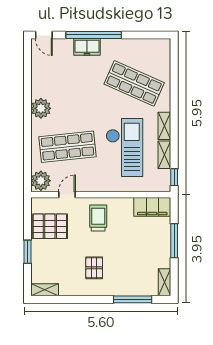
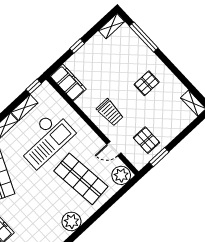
checkout: (124, 148) -> (45, 139), turned 180
trolley: (98, 218) -> (110, 112), turned -90
pallet: (50, 226) -> (146, 140), width x0.67, depth x0.71
window: (174, 241) -> (77, 46), width x0.46
window: (27, 252) -> (159, 157), moved

